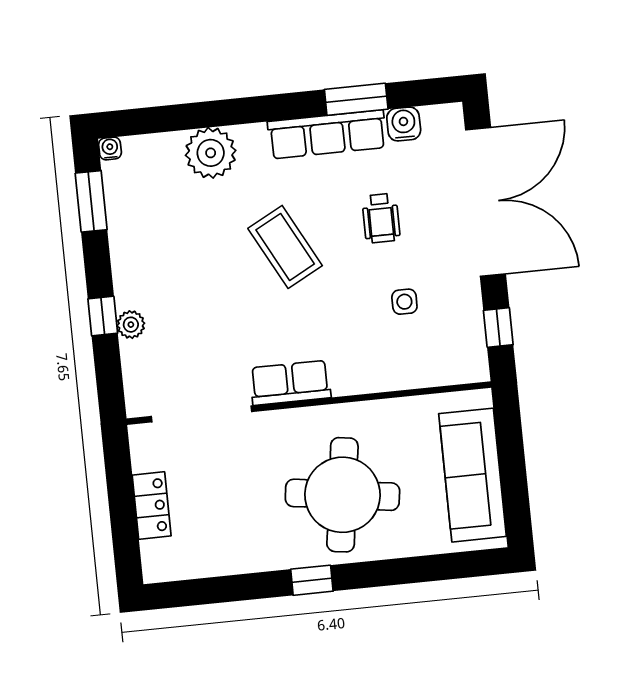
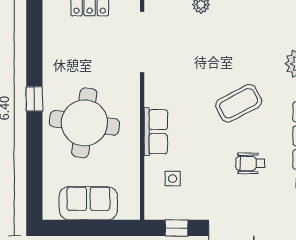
side table: (404, 302) -> (173, 178), moved
row of seats: (290, 383) -> (156, 132), moved
sofa: (473, 475) -> (88, 203), width x0.73

